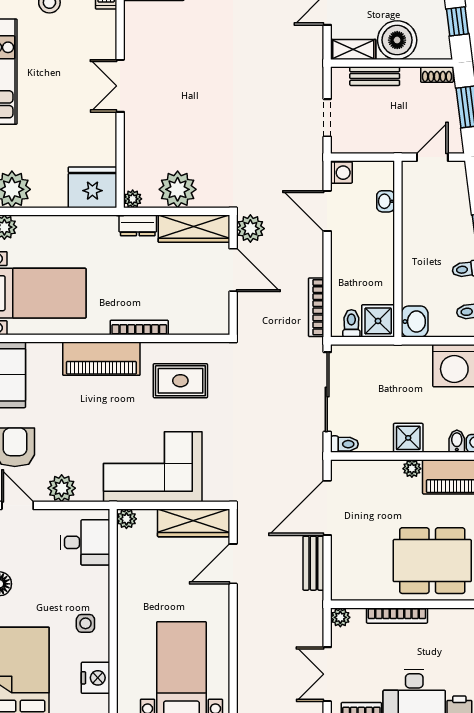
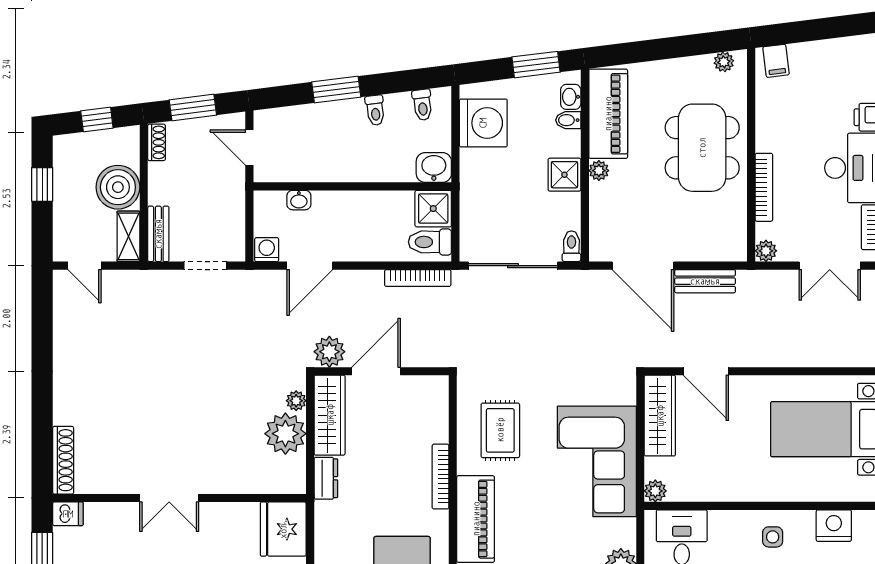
bench: (375, 76) -> (158, 234), moved
plant: (133, 199) -> (296, 401), moved
toilet: (351, 323) -> (430, 242), width x1.37, depth x1.39

